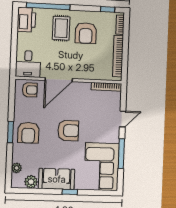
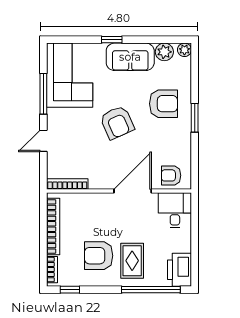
armchair: (86, 33) -> (99, 256), turned -90
armchair: (68, 131) -> (117, 122), turned -114
armchair: (28, 133) -> (164, 104), moved, turned 90
plant: (17, 168) -> (184, 50), moved

